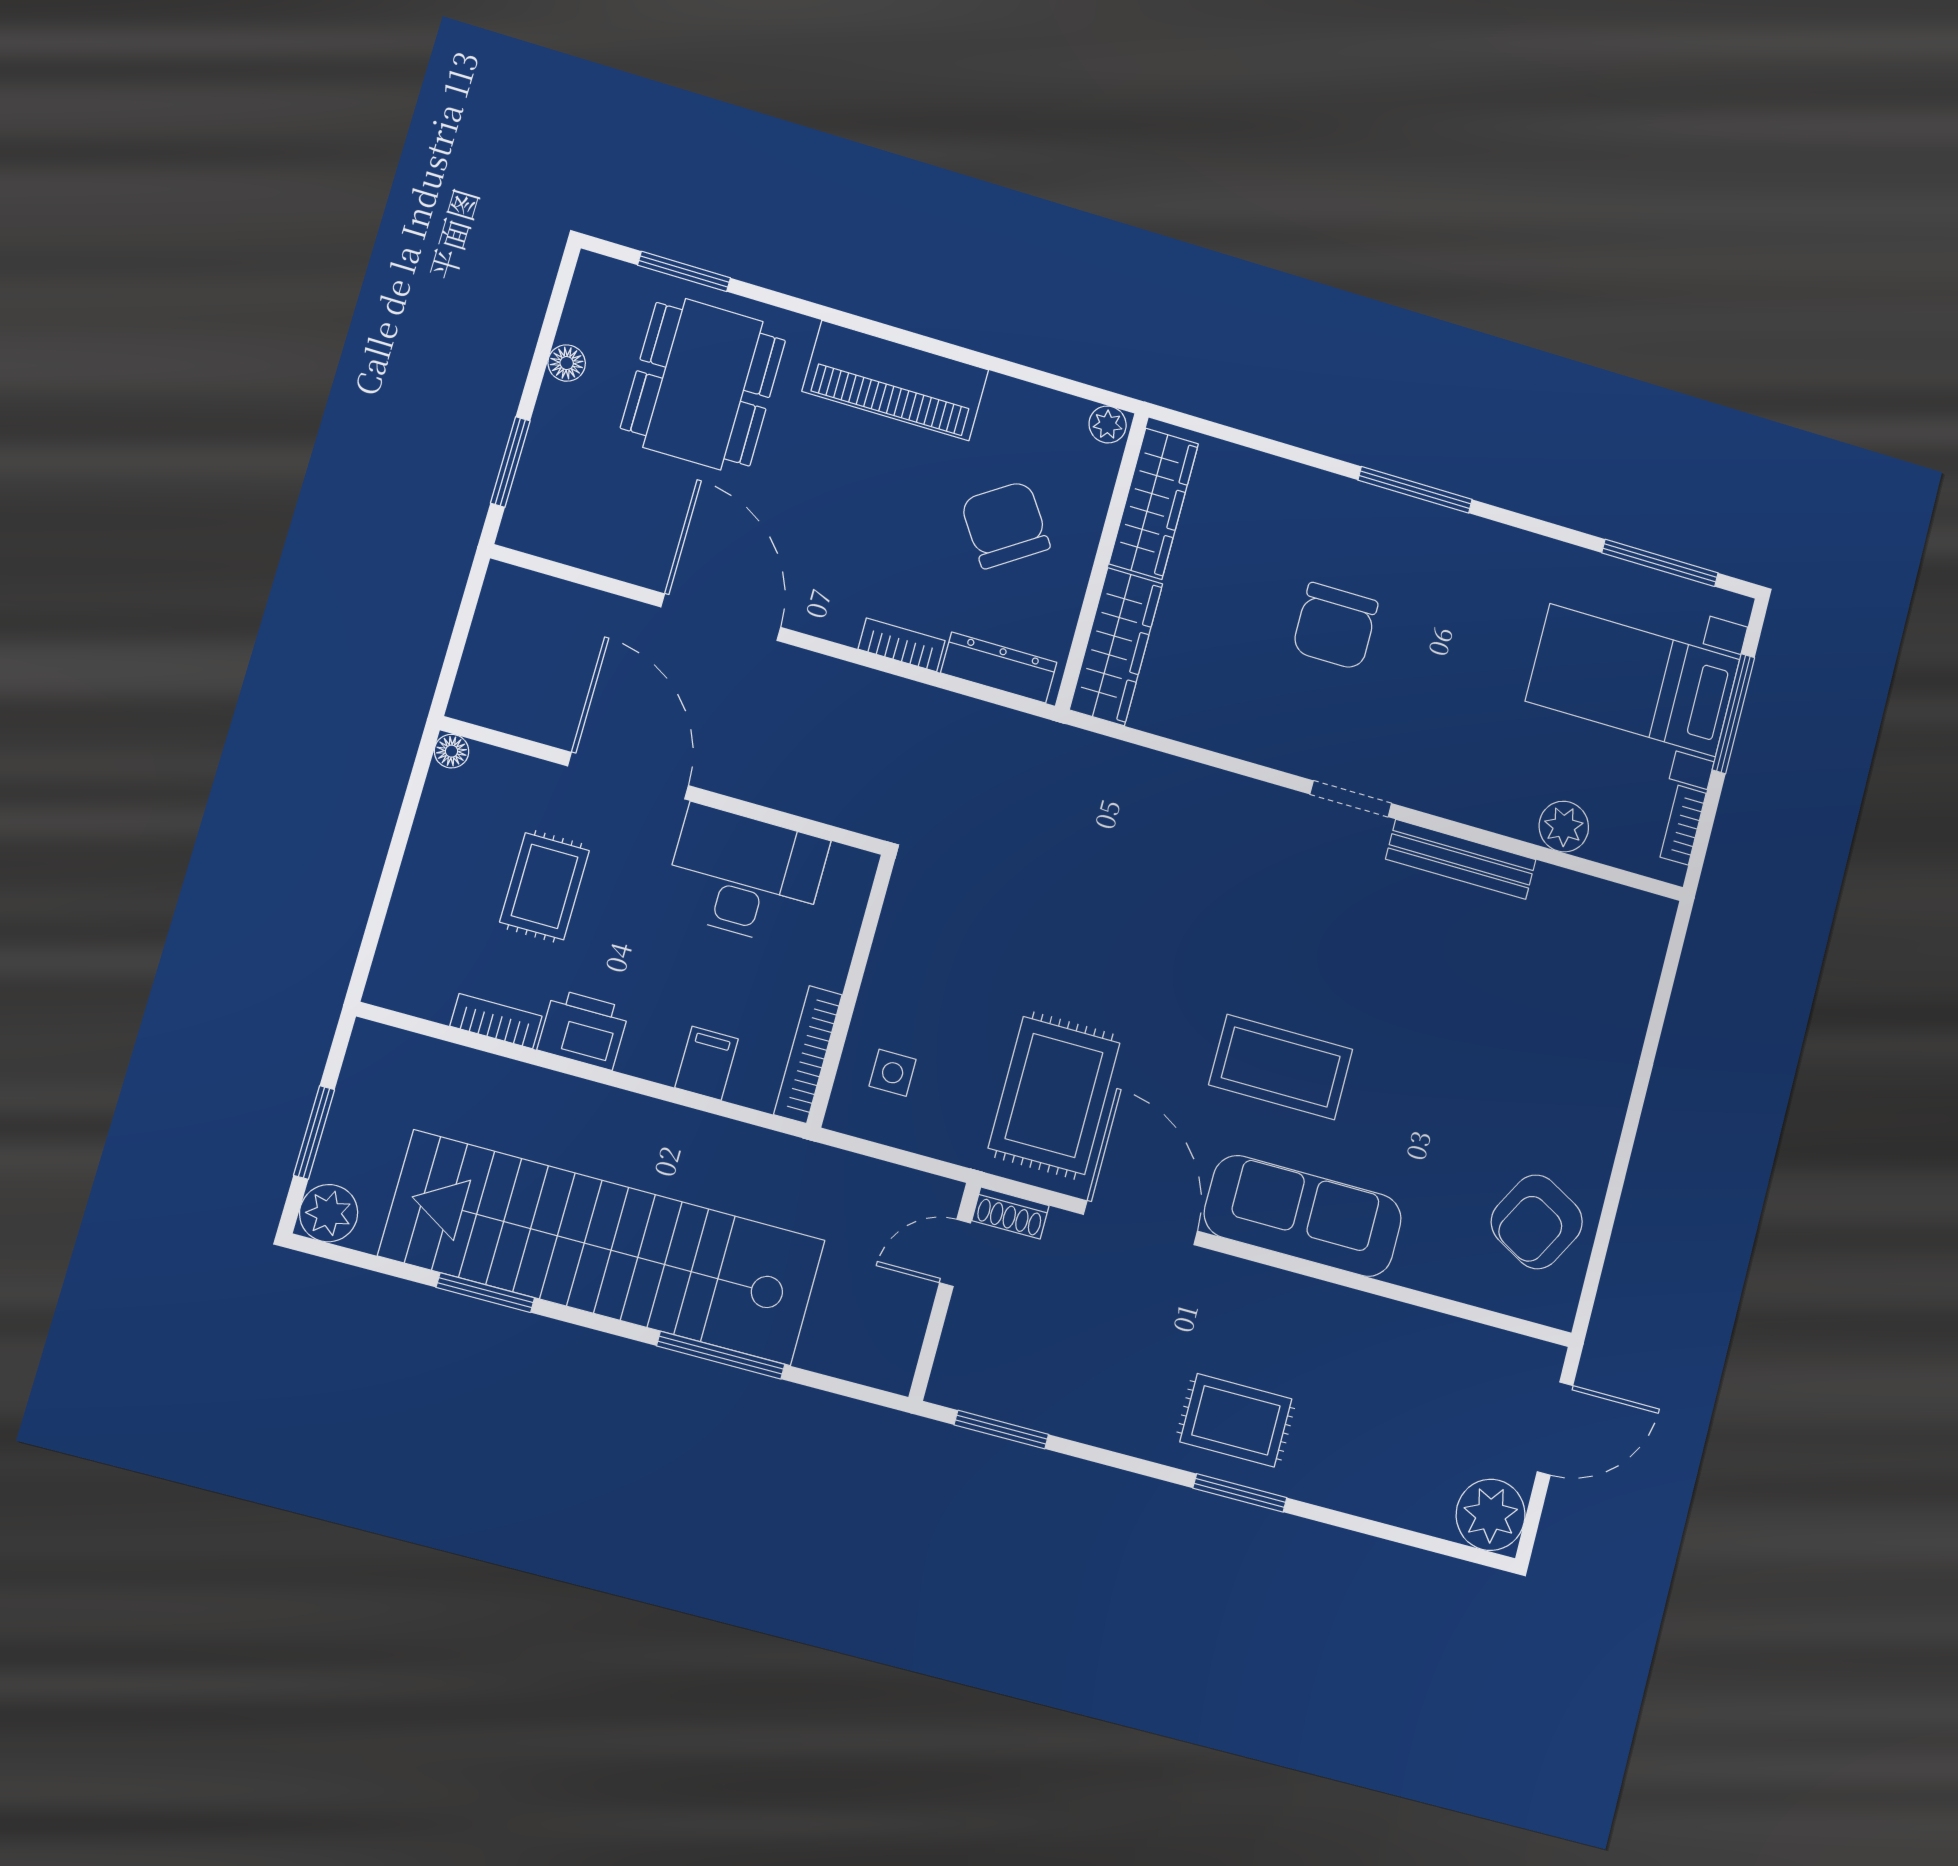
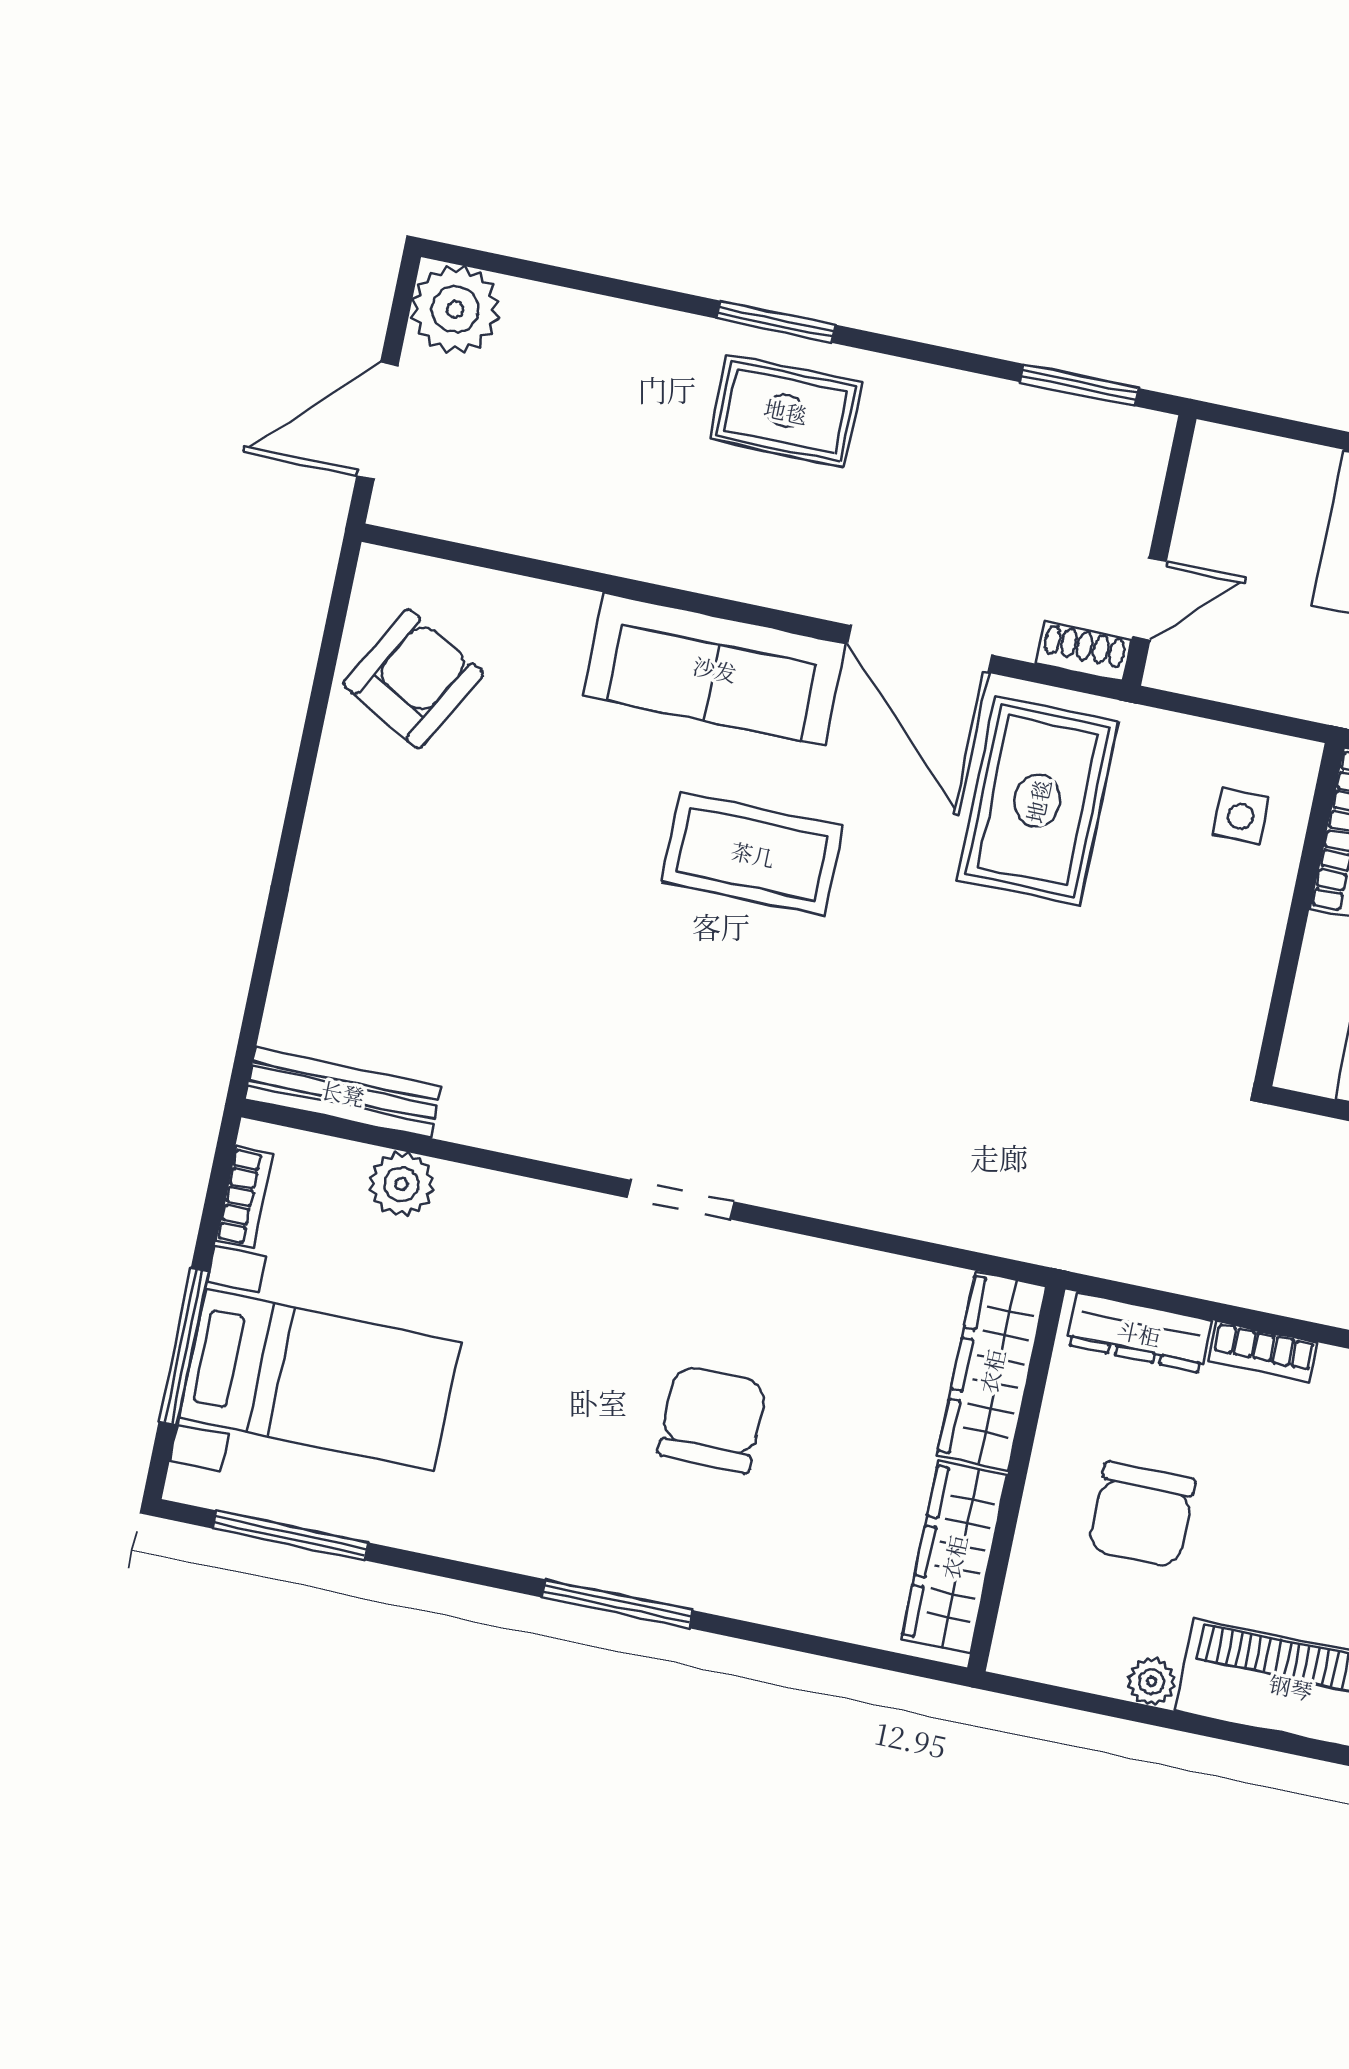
plant: (1108, 424) -> (1152, 1682), moved
chair: (1005, 525) -> (1142, 1515), turned 34
bench: (1461, 859) -> (343, 1093), moved

